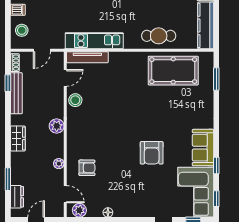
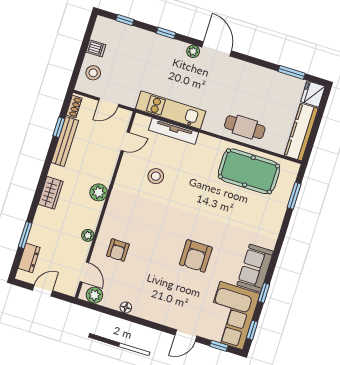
tv unit: (87, 57) -> (174, 131), moved
stool: (75, 100) -> (156, 176), moved
armchair: (87, 168) -> (118, 250), turned 90

